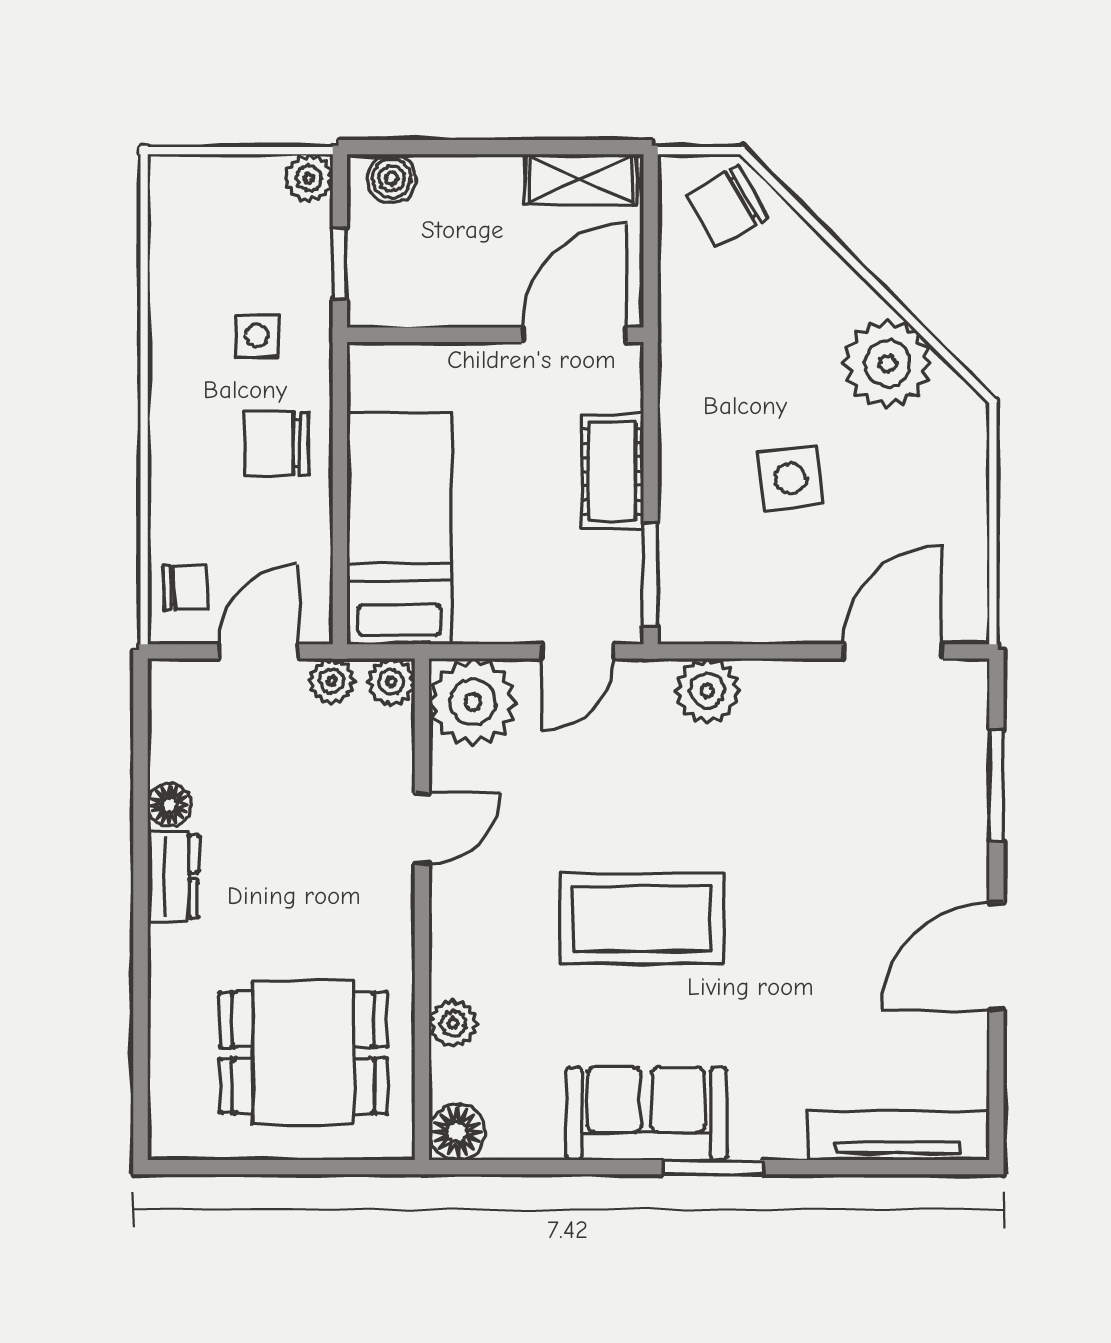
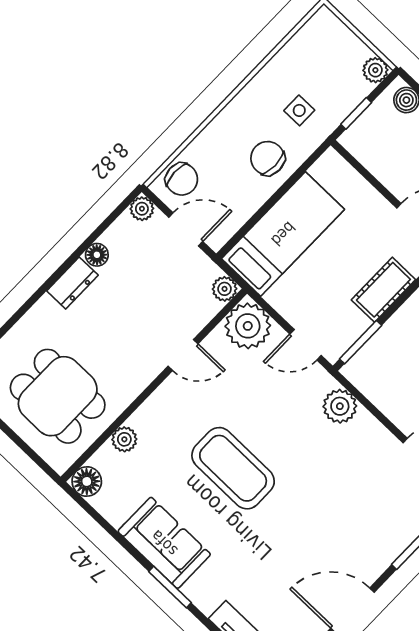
chair: (186, 587) -> (182, 179), width x1.37, depth x1.37
plant: (332, 681) -> (142, 209), moved

